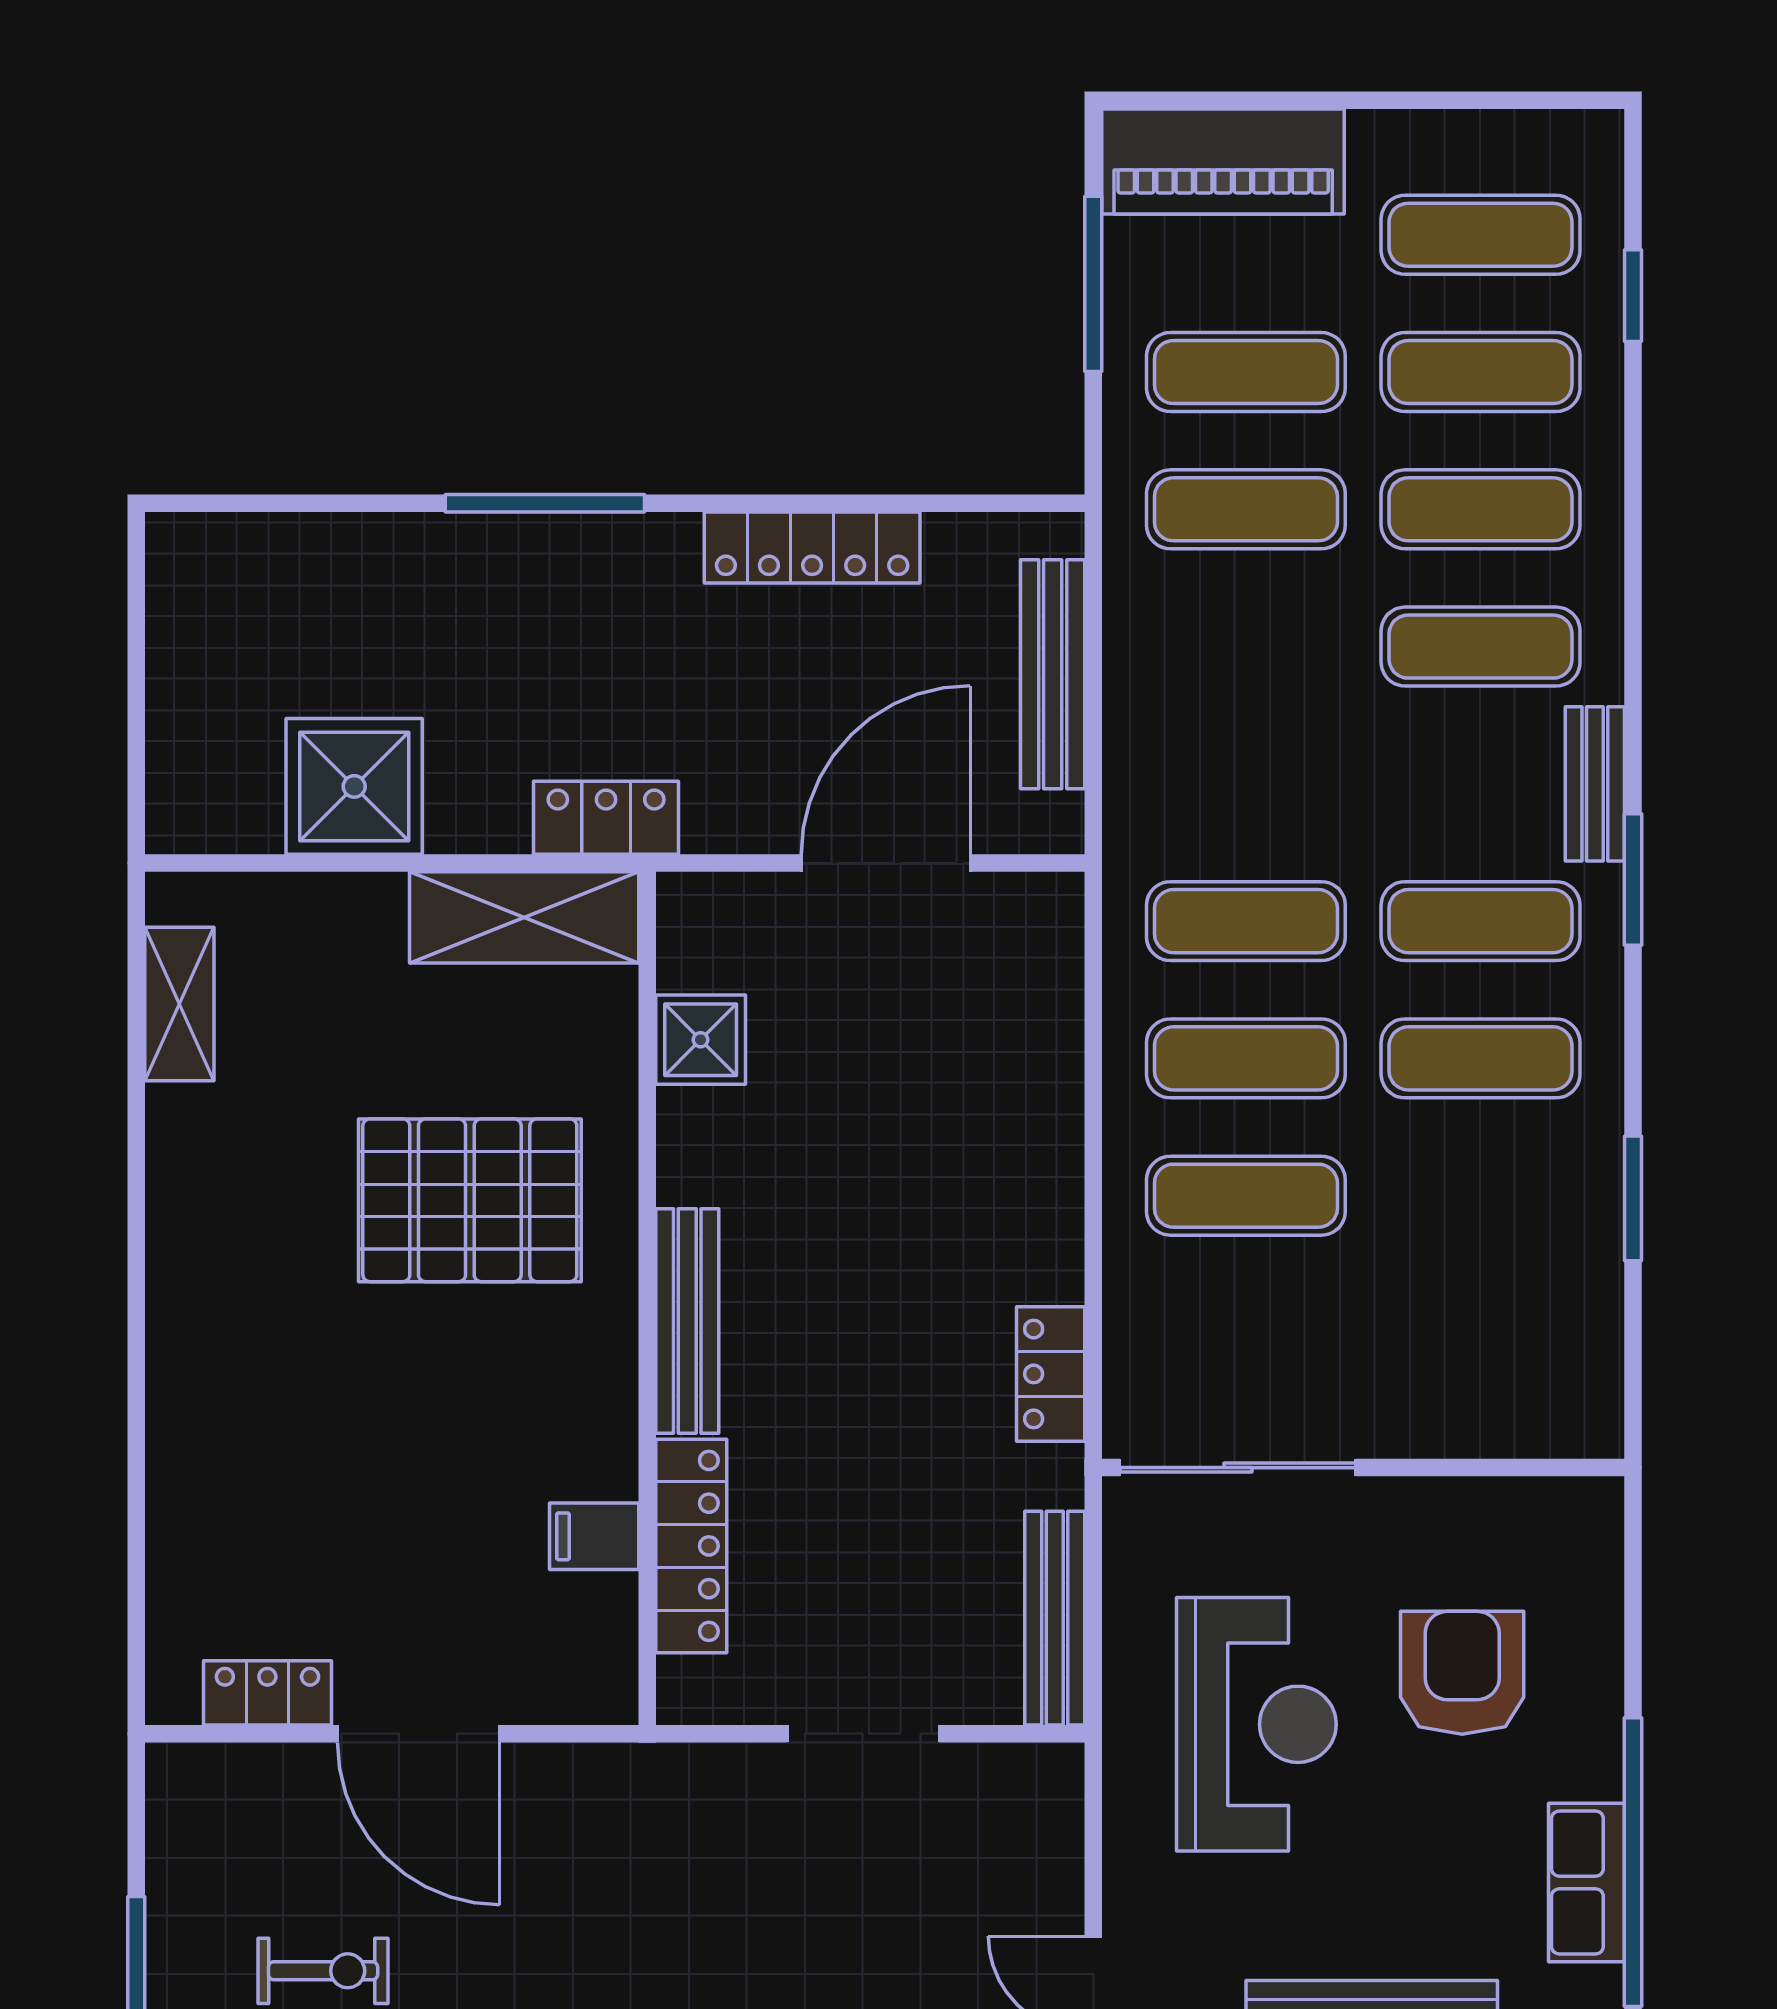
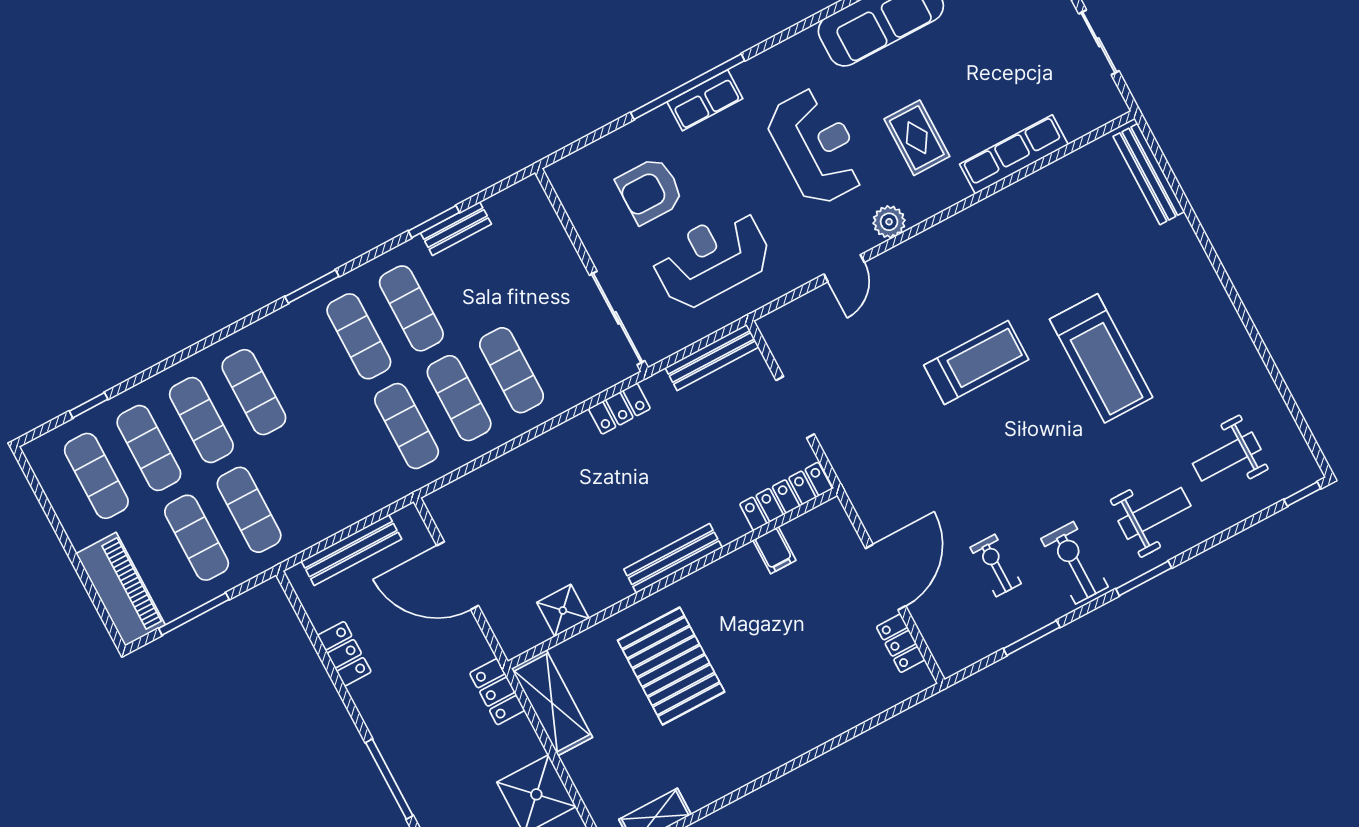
locker: (812, 547) -> (344, 654), width x0.66
bench: (1595, 784) -> (456, 229), moved
locker: (691, 1546) -> (786, 496), moved

